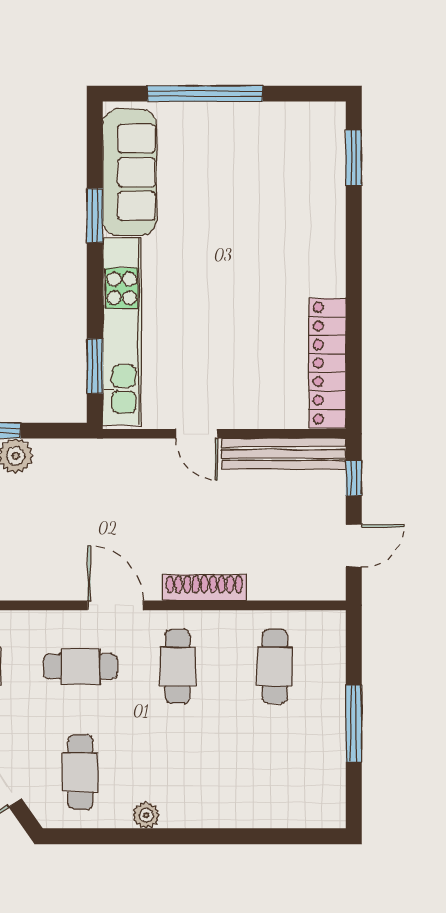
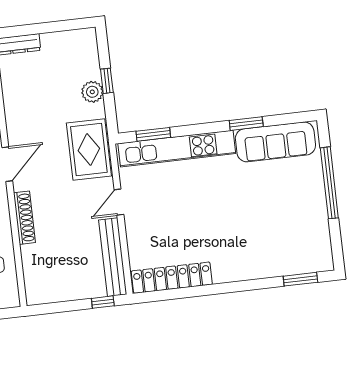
rug: (107, 472) -> (89, 149), added
door: (354, 546) -> (61, 307), removed

